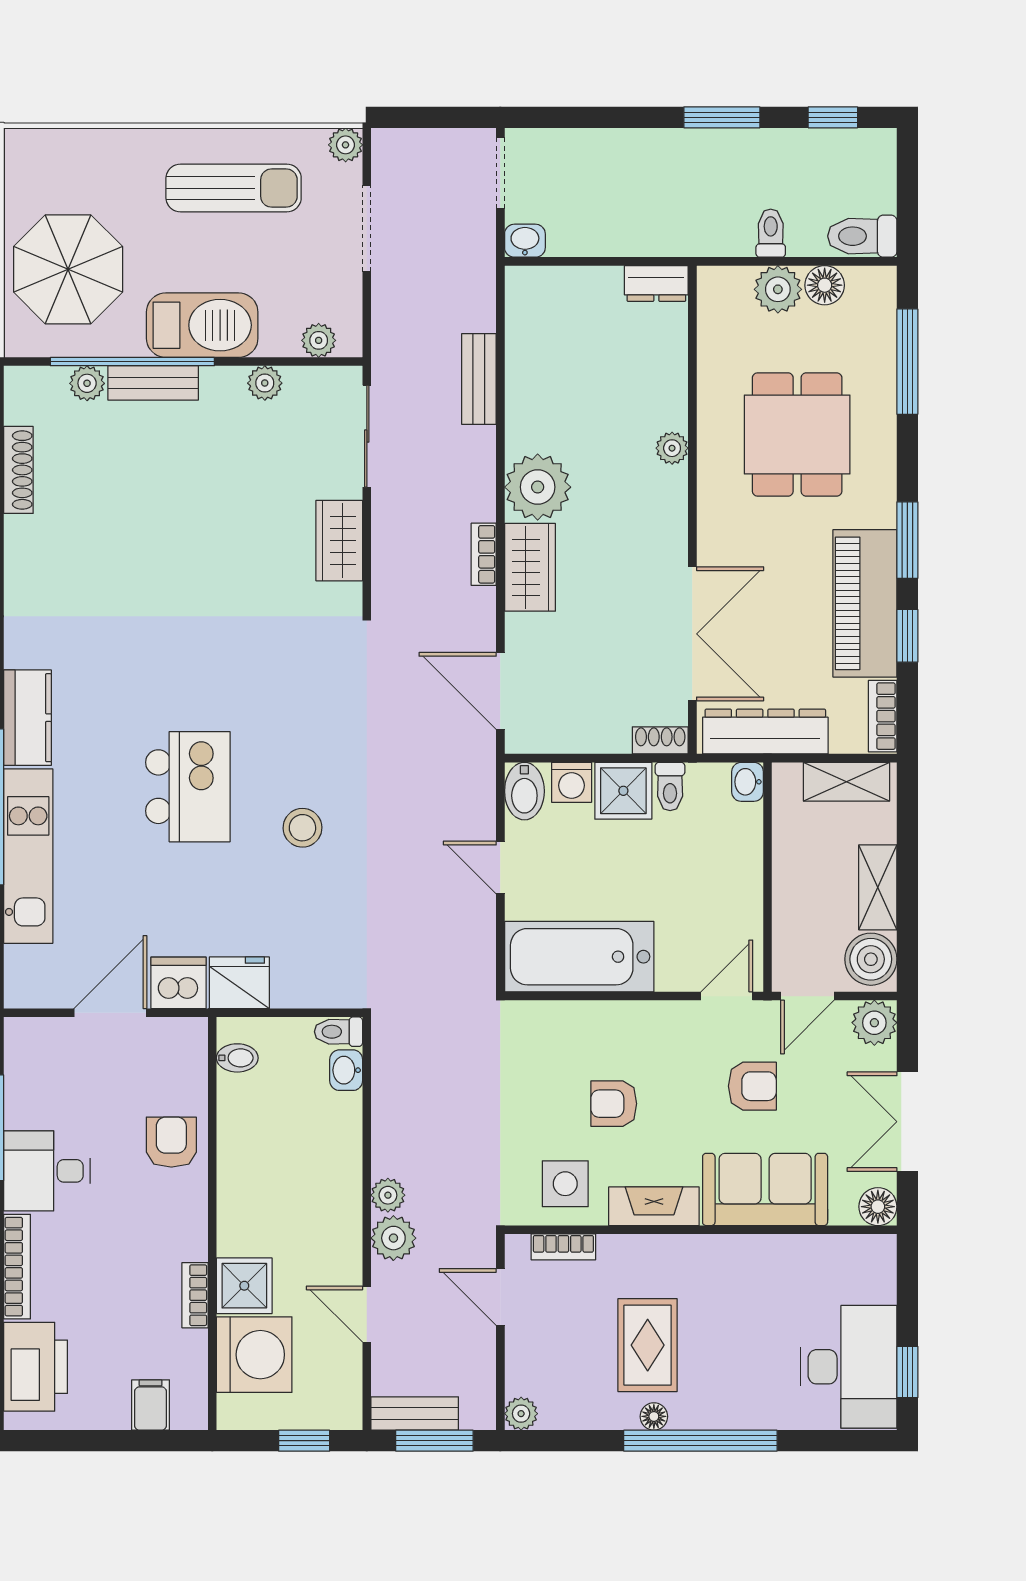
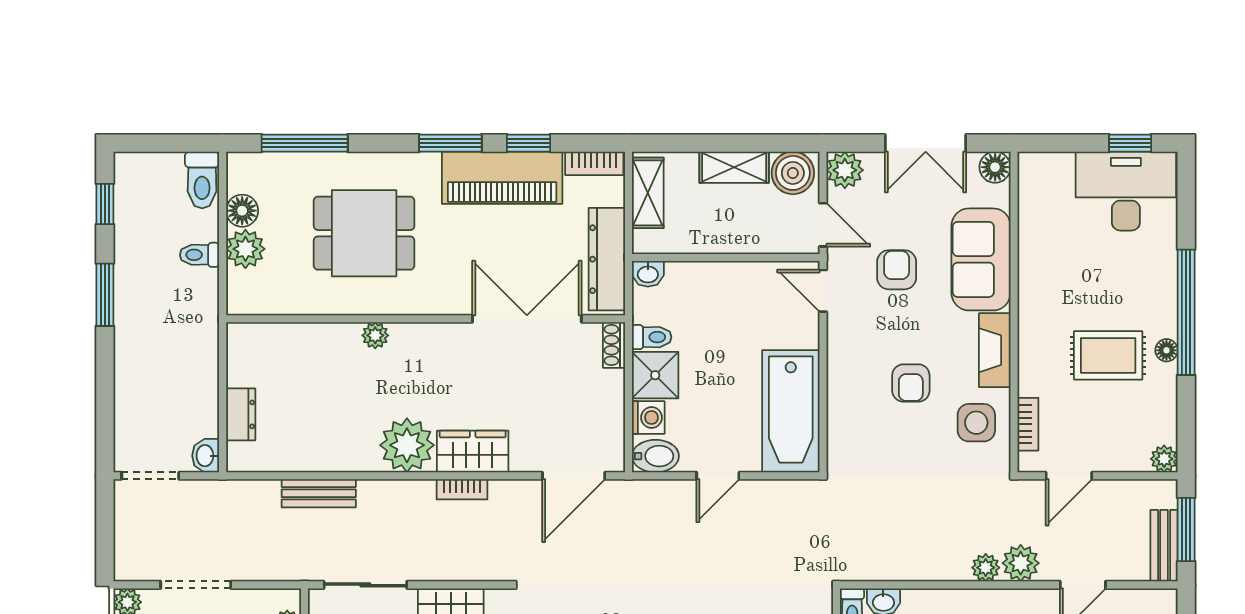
dresser: (656, 283) -> (241, 414), moved

